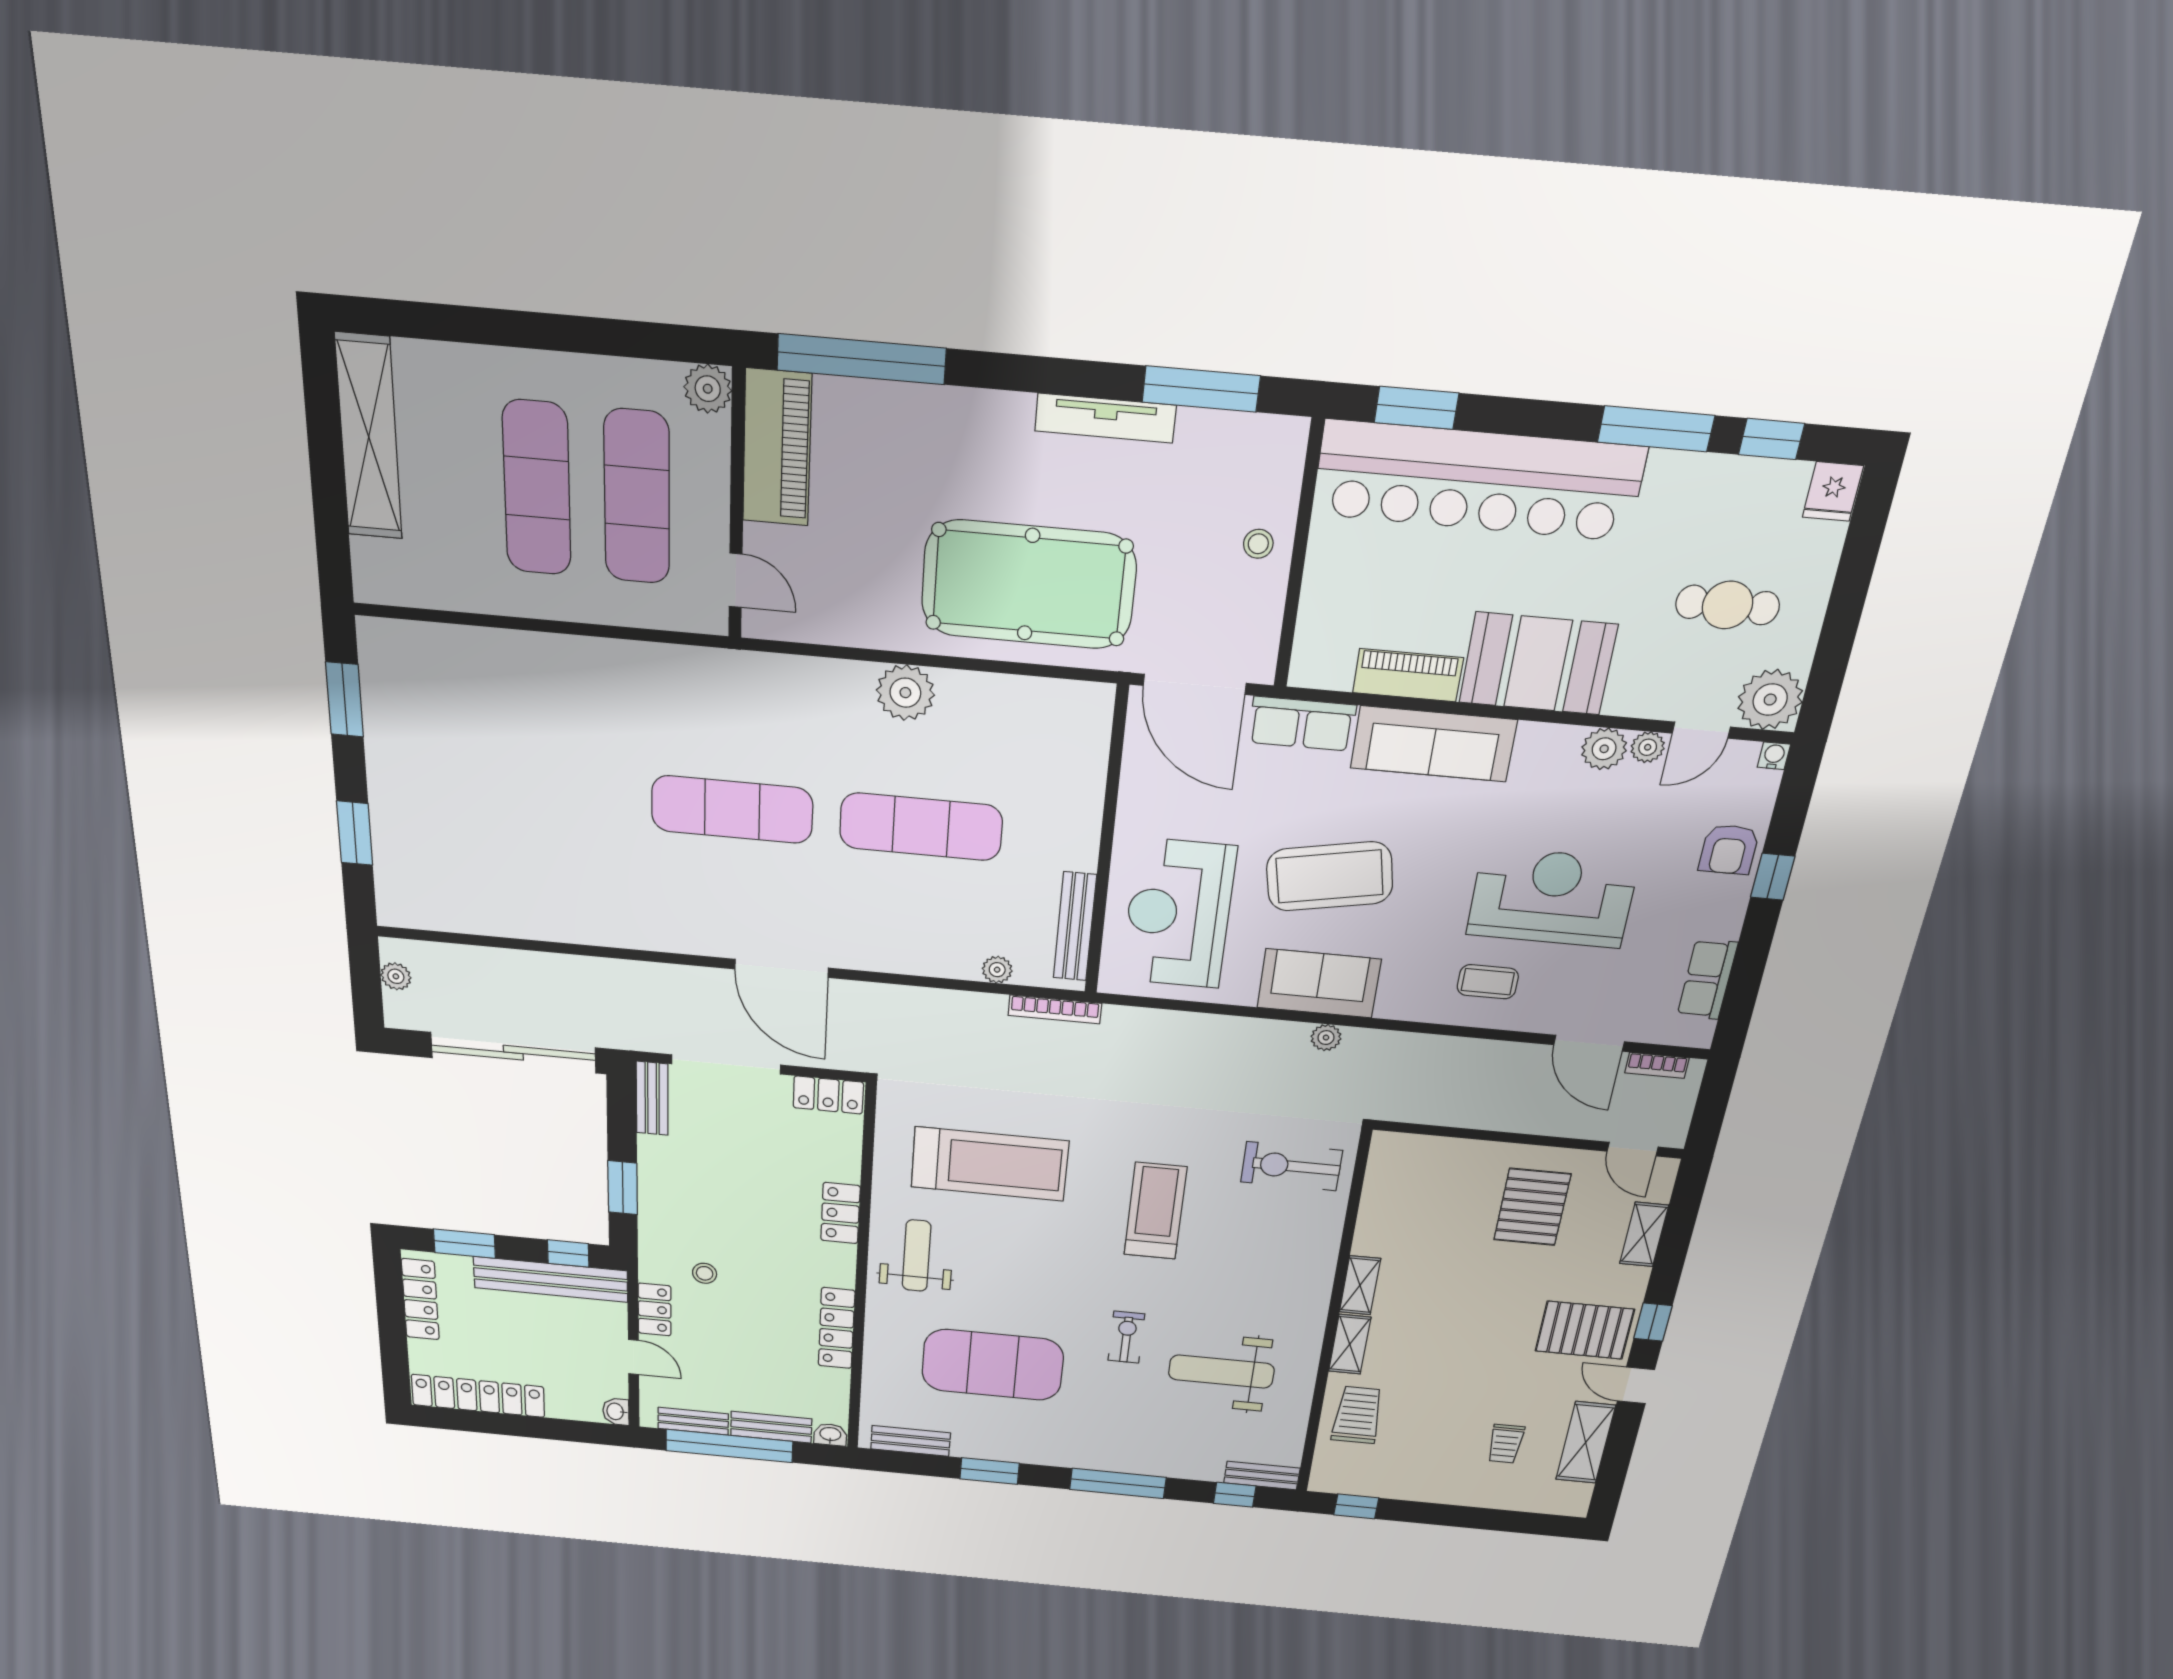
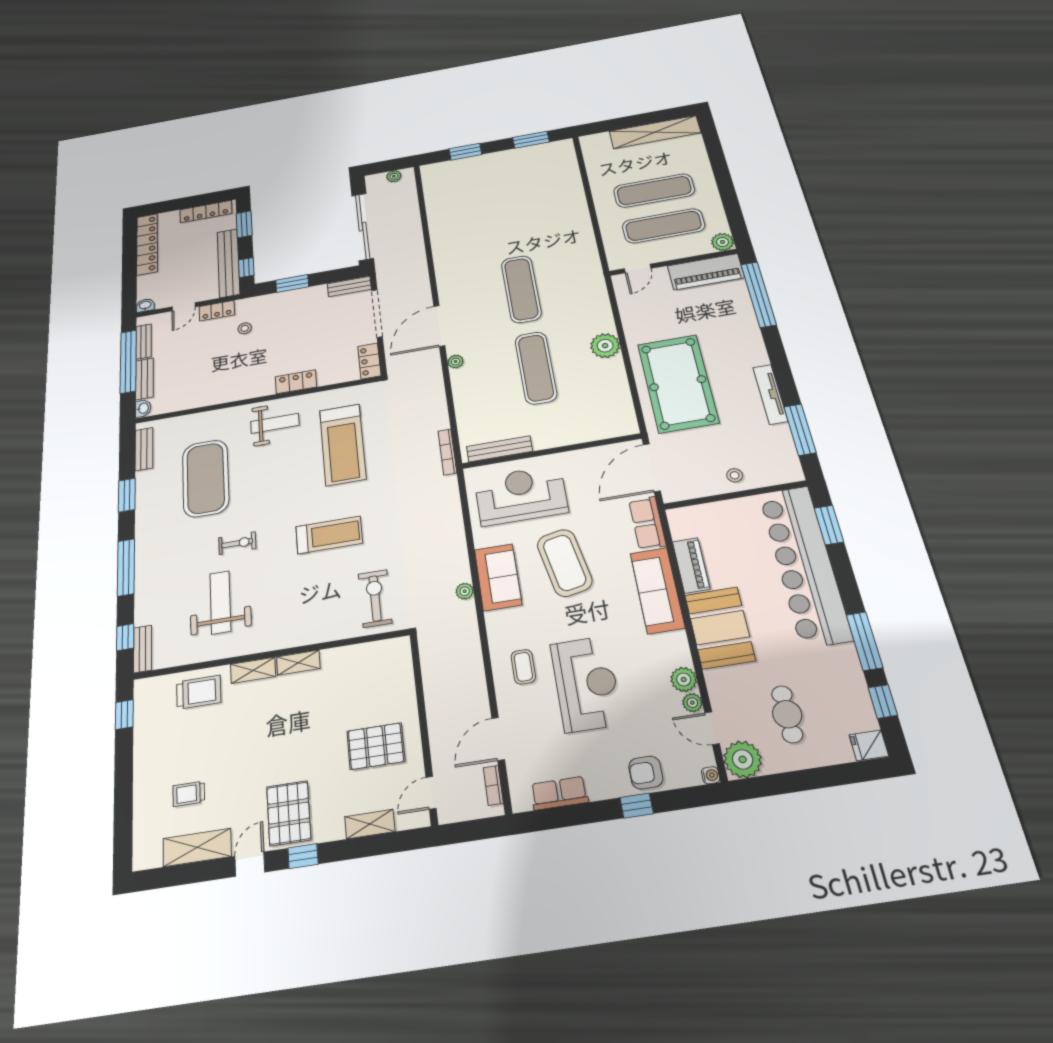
plant: (997, 970) -> (456, 362), moved
locker: (837, 1328) -> (219, 396), removed

